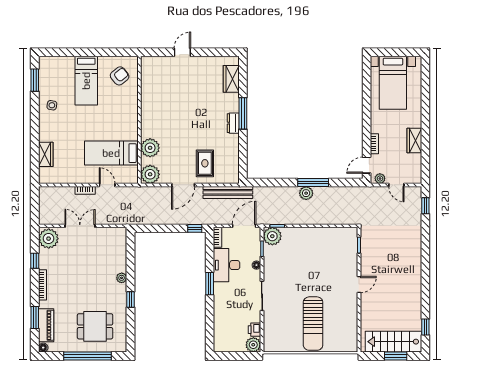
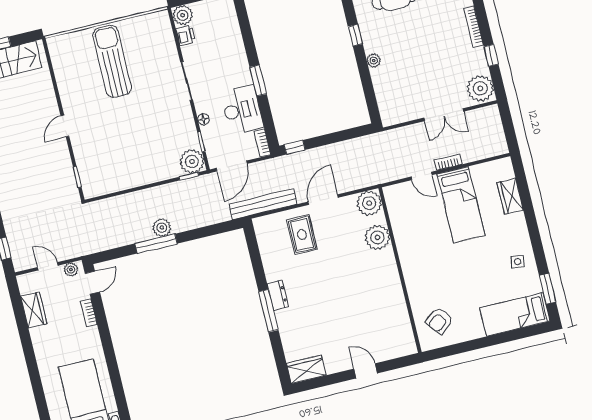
door: (182, 52) -> (366, 371), swing flipped
wardrobe: (231, 79) -> (306, 369), moved, turned -90
bed: (86, 81) -> (515, 314), moved, turned -90
wardrobe: (414, 141) -> (34, 310), moved
bed: (111, 153) -> (461, 205), moved, turned 90

